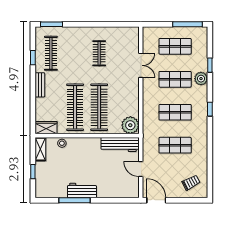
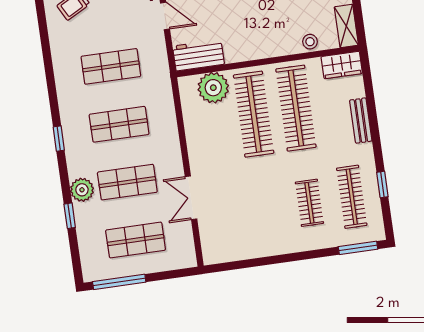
clothes rail: (99, 53) -> (309, 203), moved
bench: (40, 85) -> (361, 121), moved
plant: (130, 125) -> (213, 88), moved
workbench: (120, 145) -> (198, 55), width x0.73

